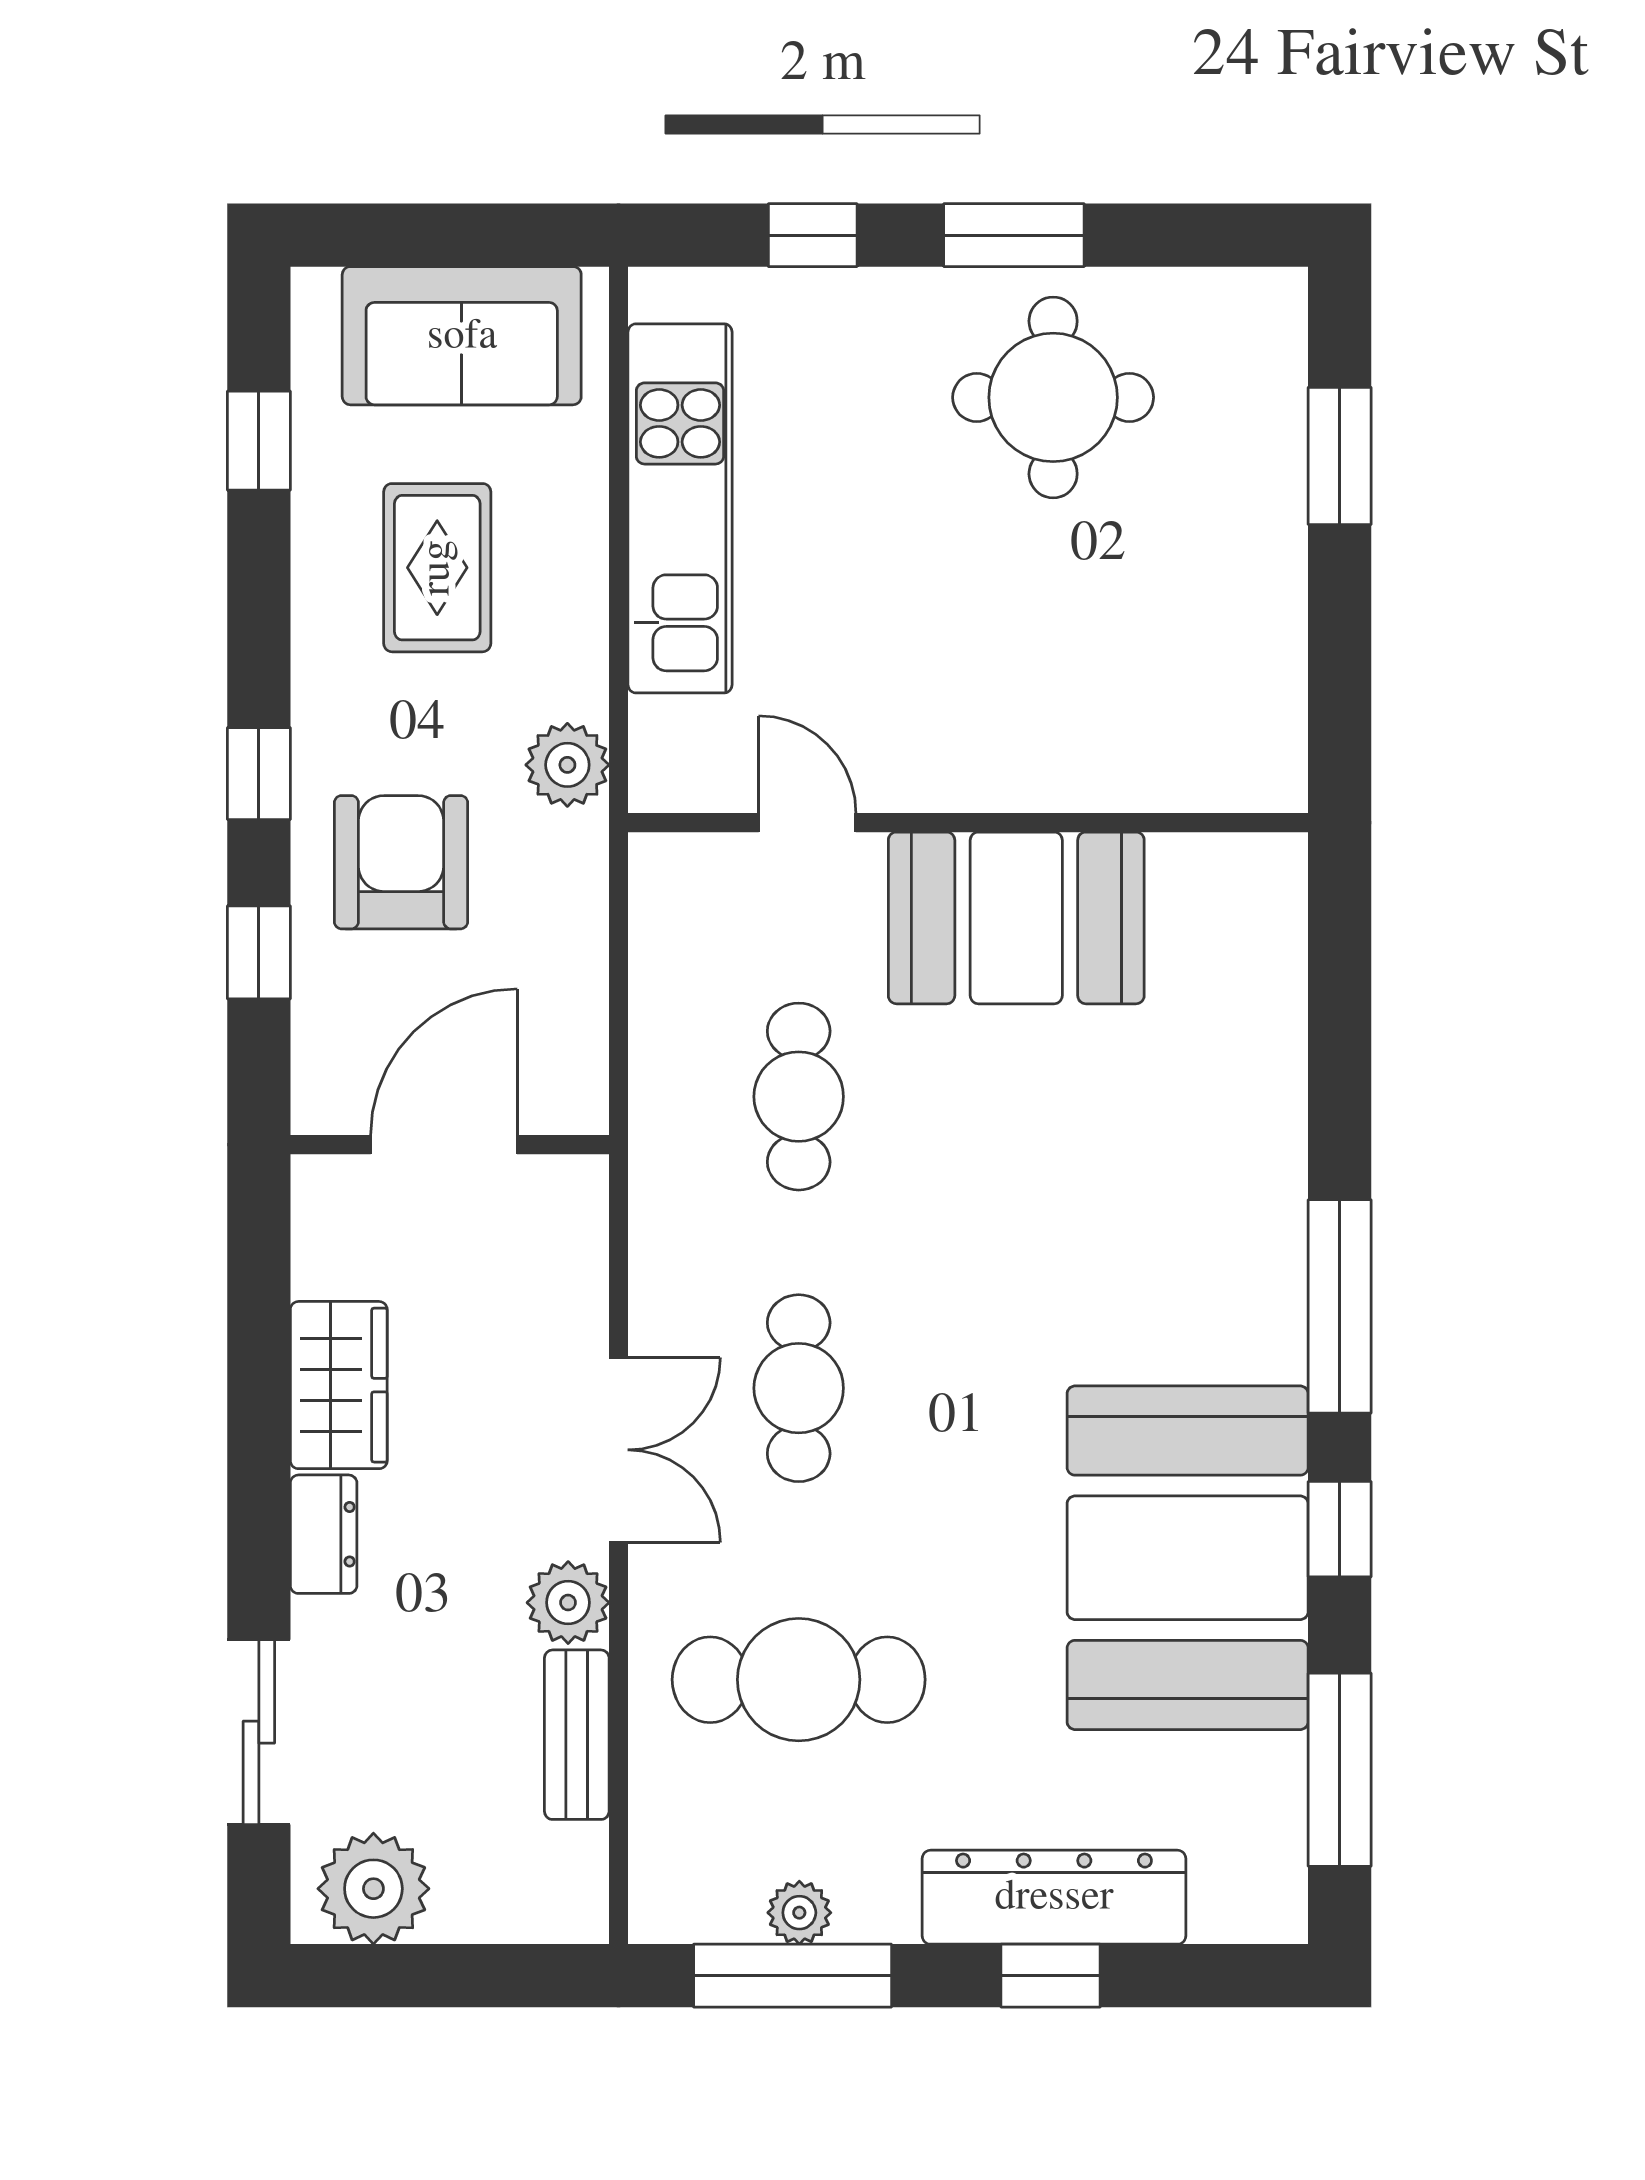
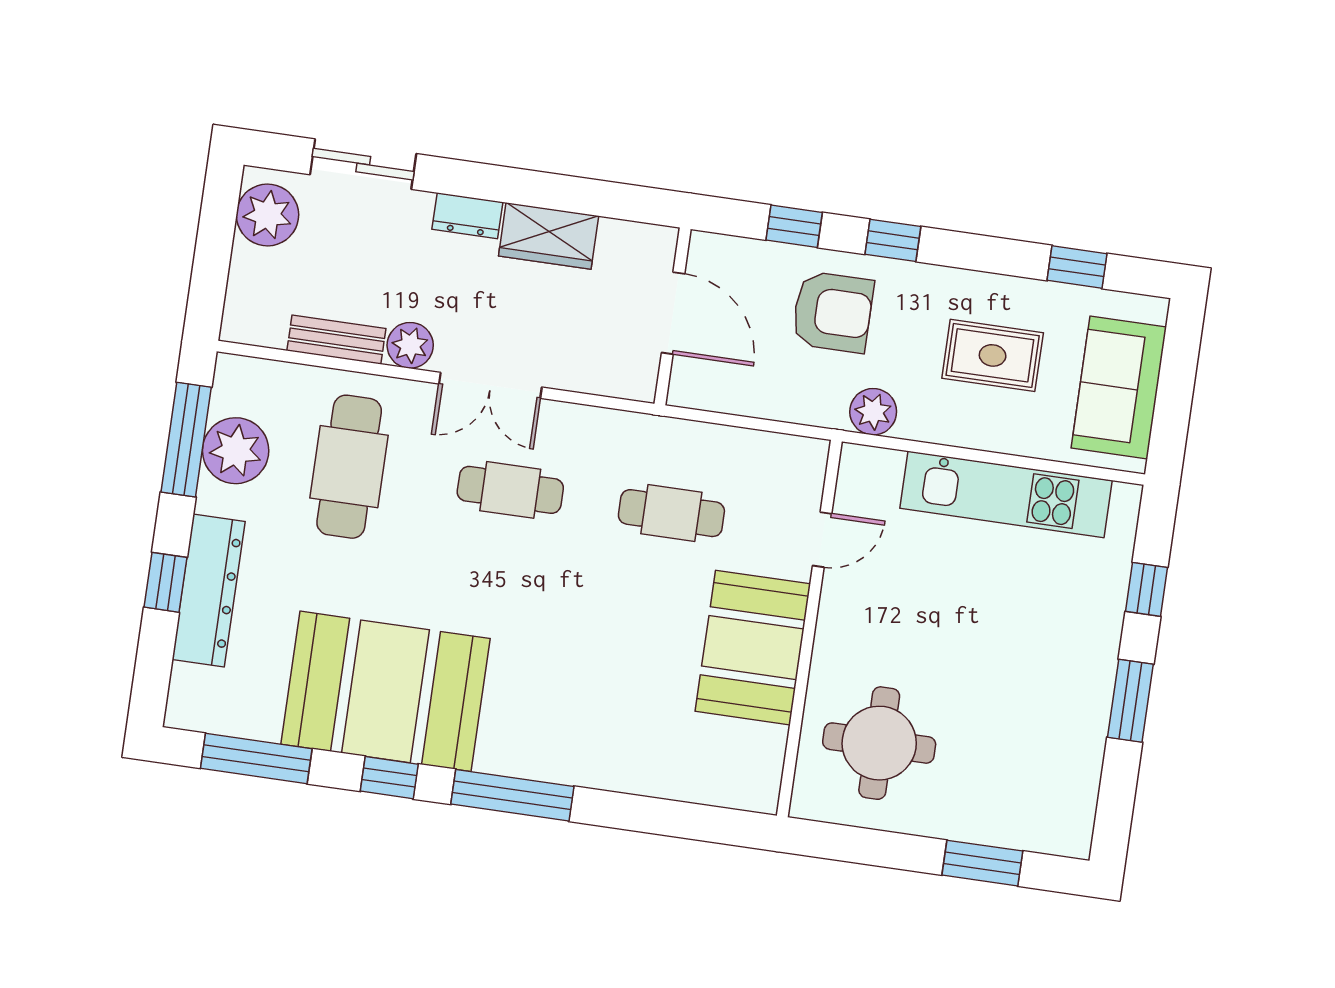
round table: (1053, 397) -> (879, 743), moved
plant: (799, 1913) -> (236, 451), width x1.88, depth x1.88

